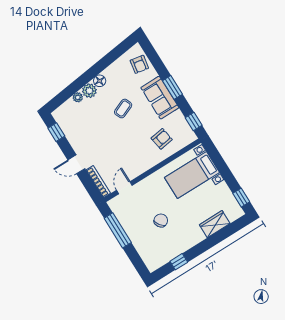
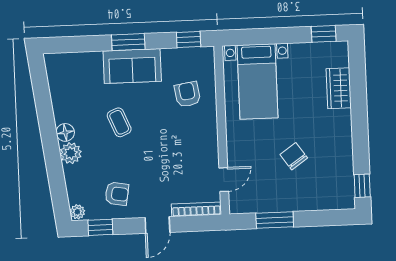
armchair: (139, 64) -> (117, 194), moved
plant: (78, 97) -> (77, 212), moved
door: (124, 188) -> (224, 180), swing flipped
window: (118, 230) -> (275, 220), width x0.69
window: (179, 262) -> (362, 186), moved

